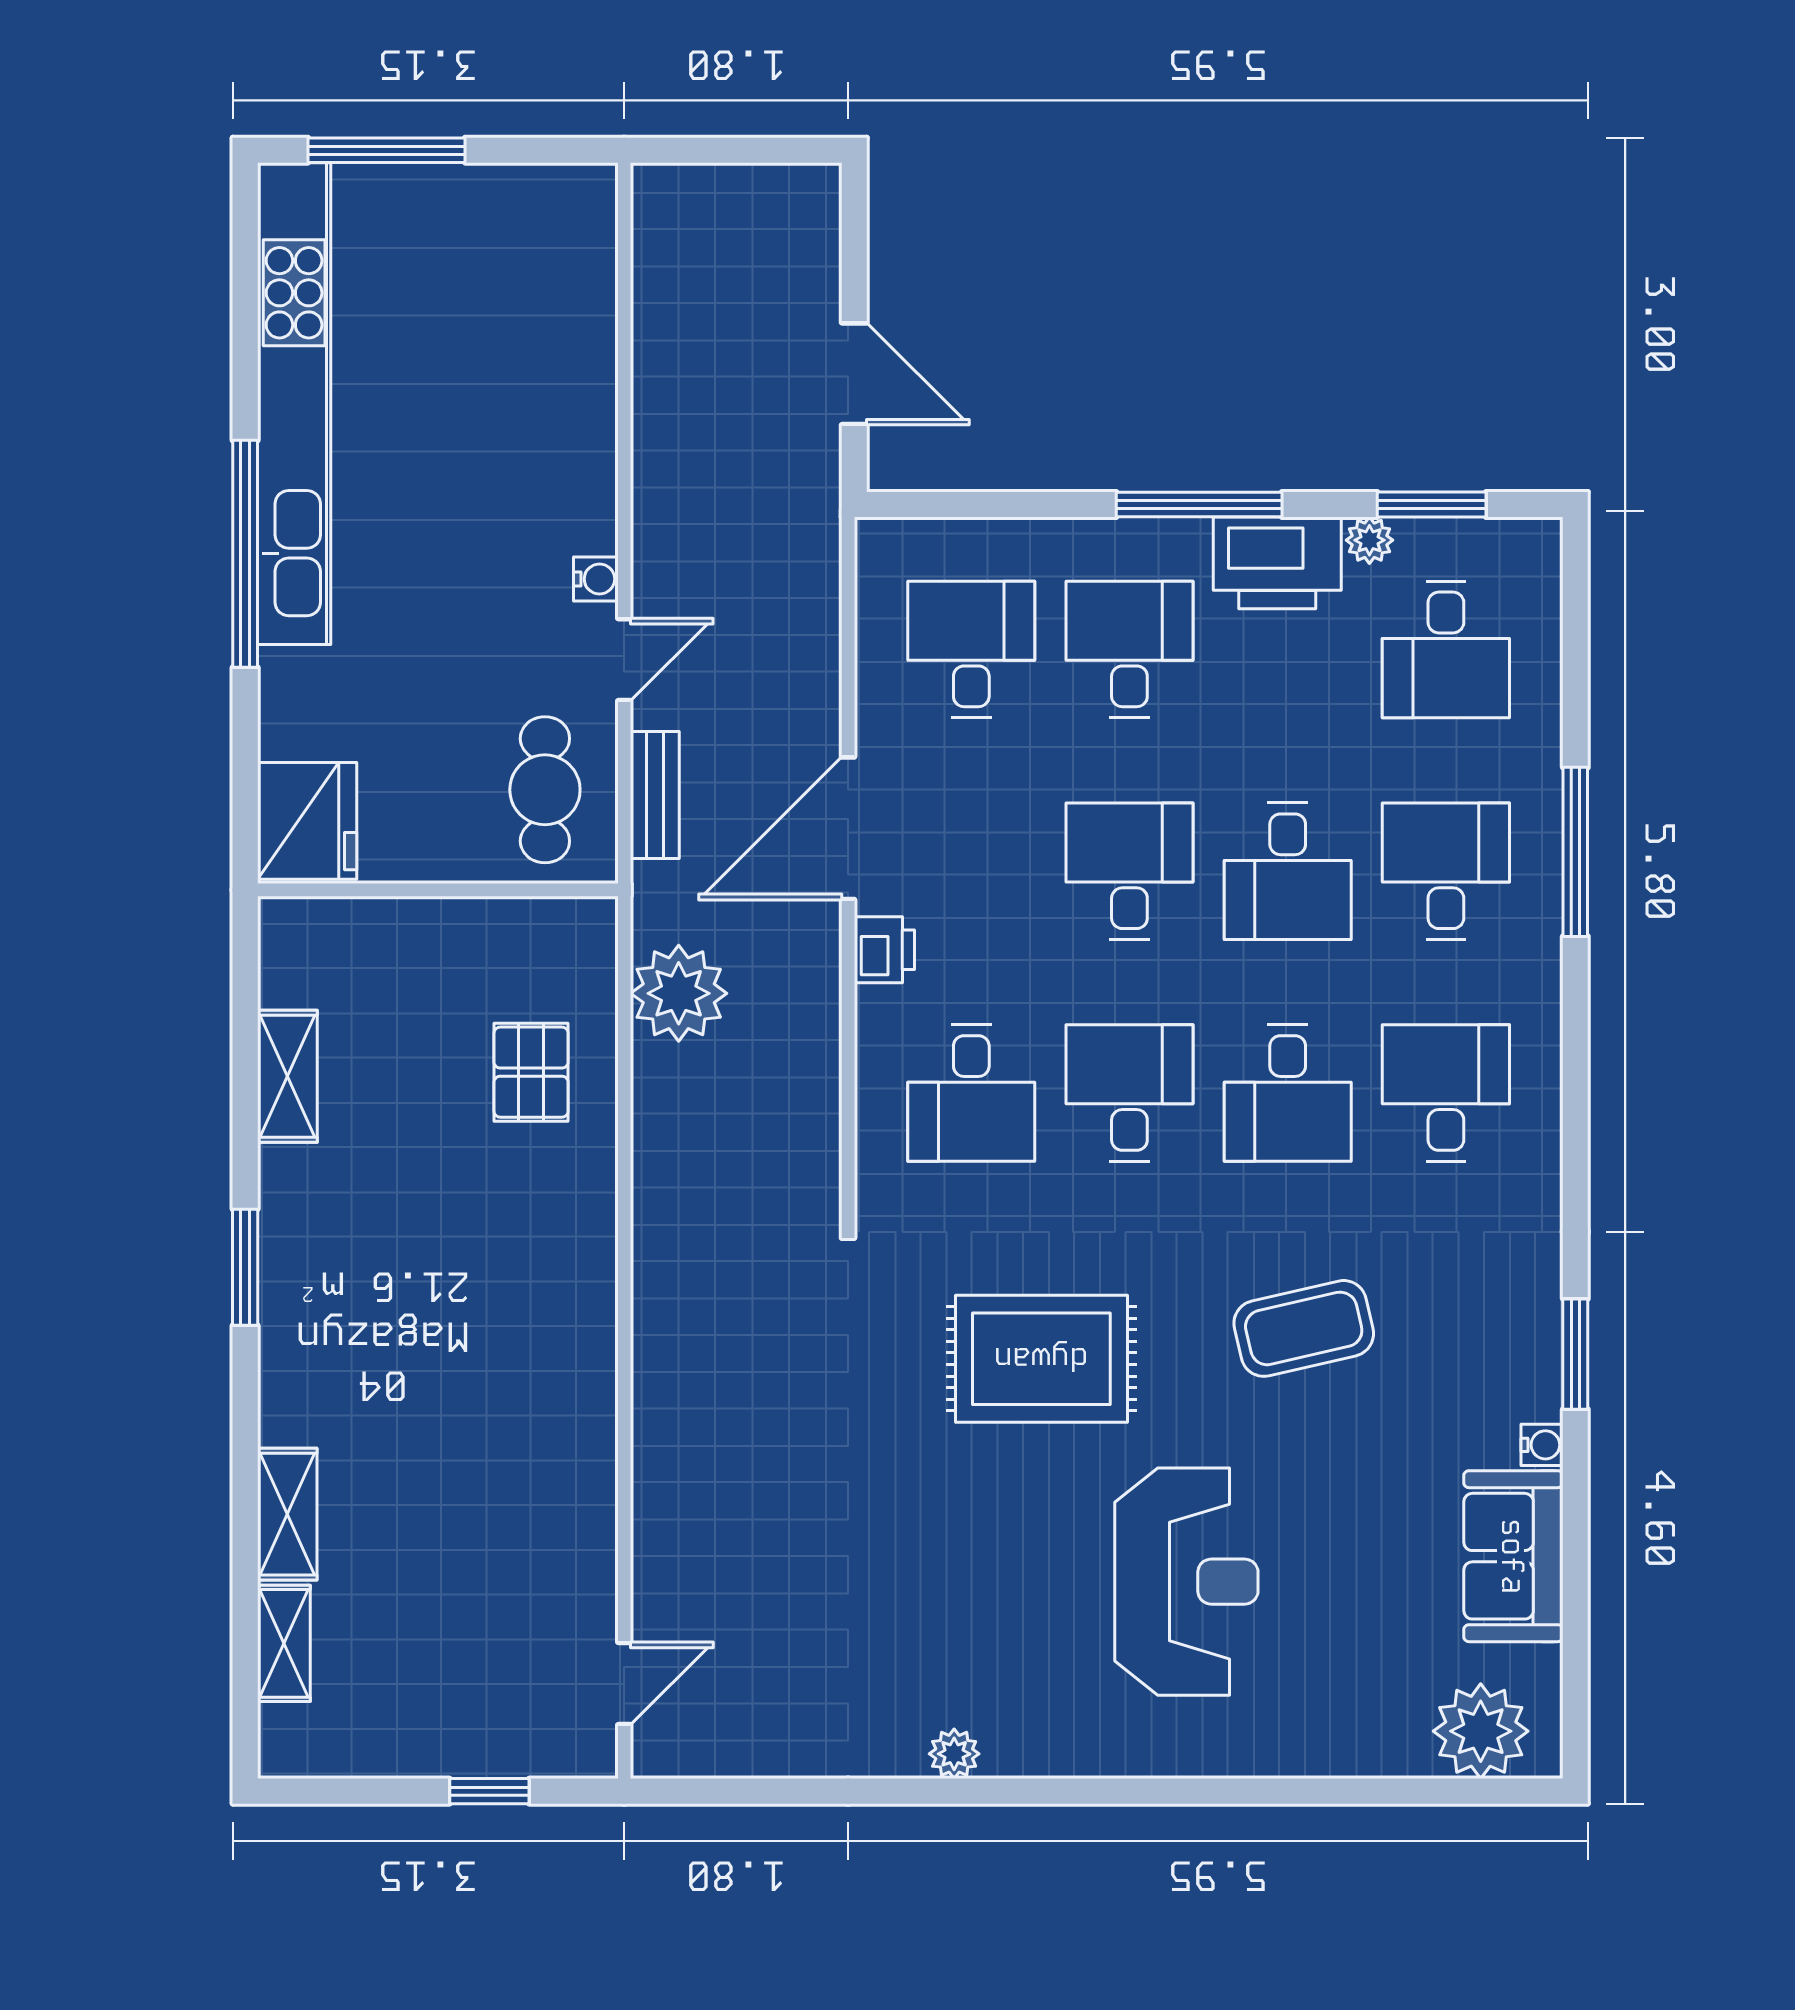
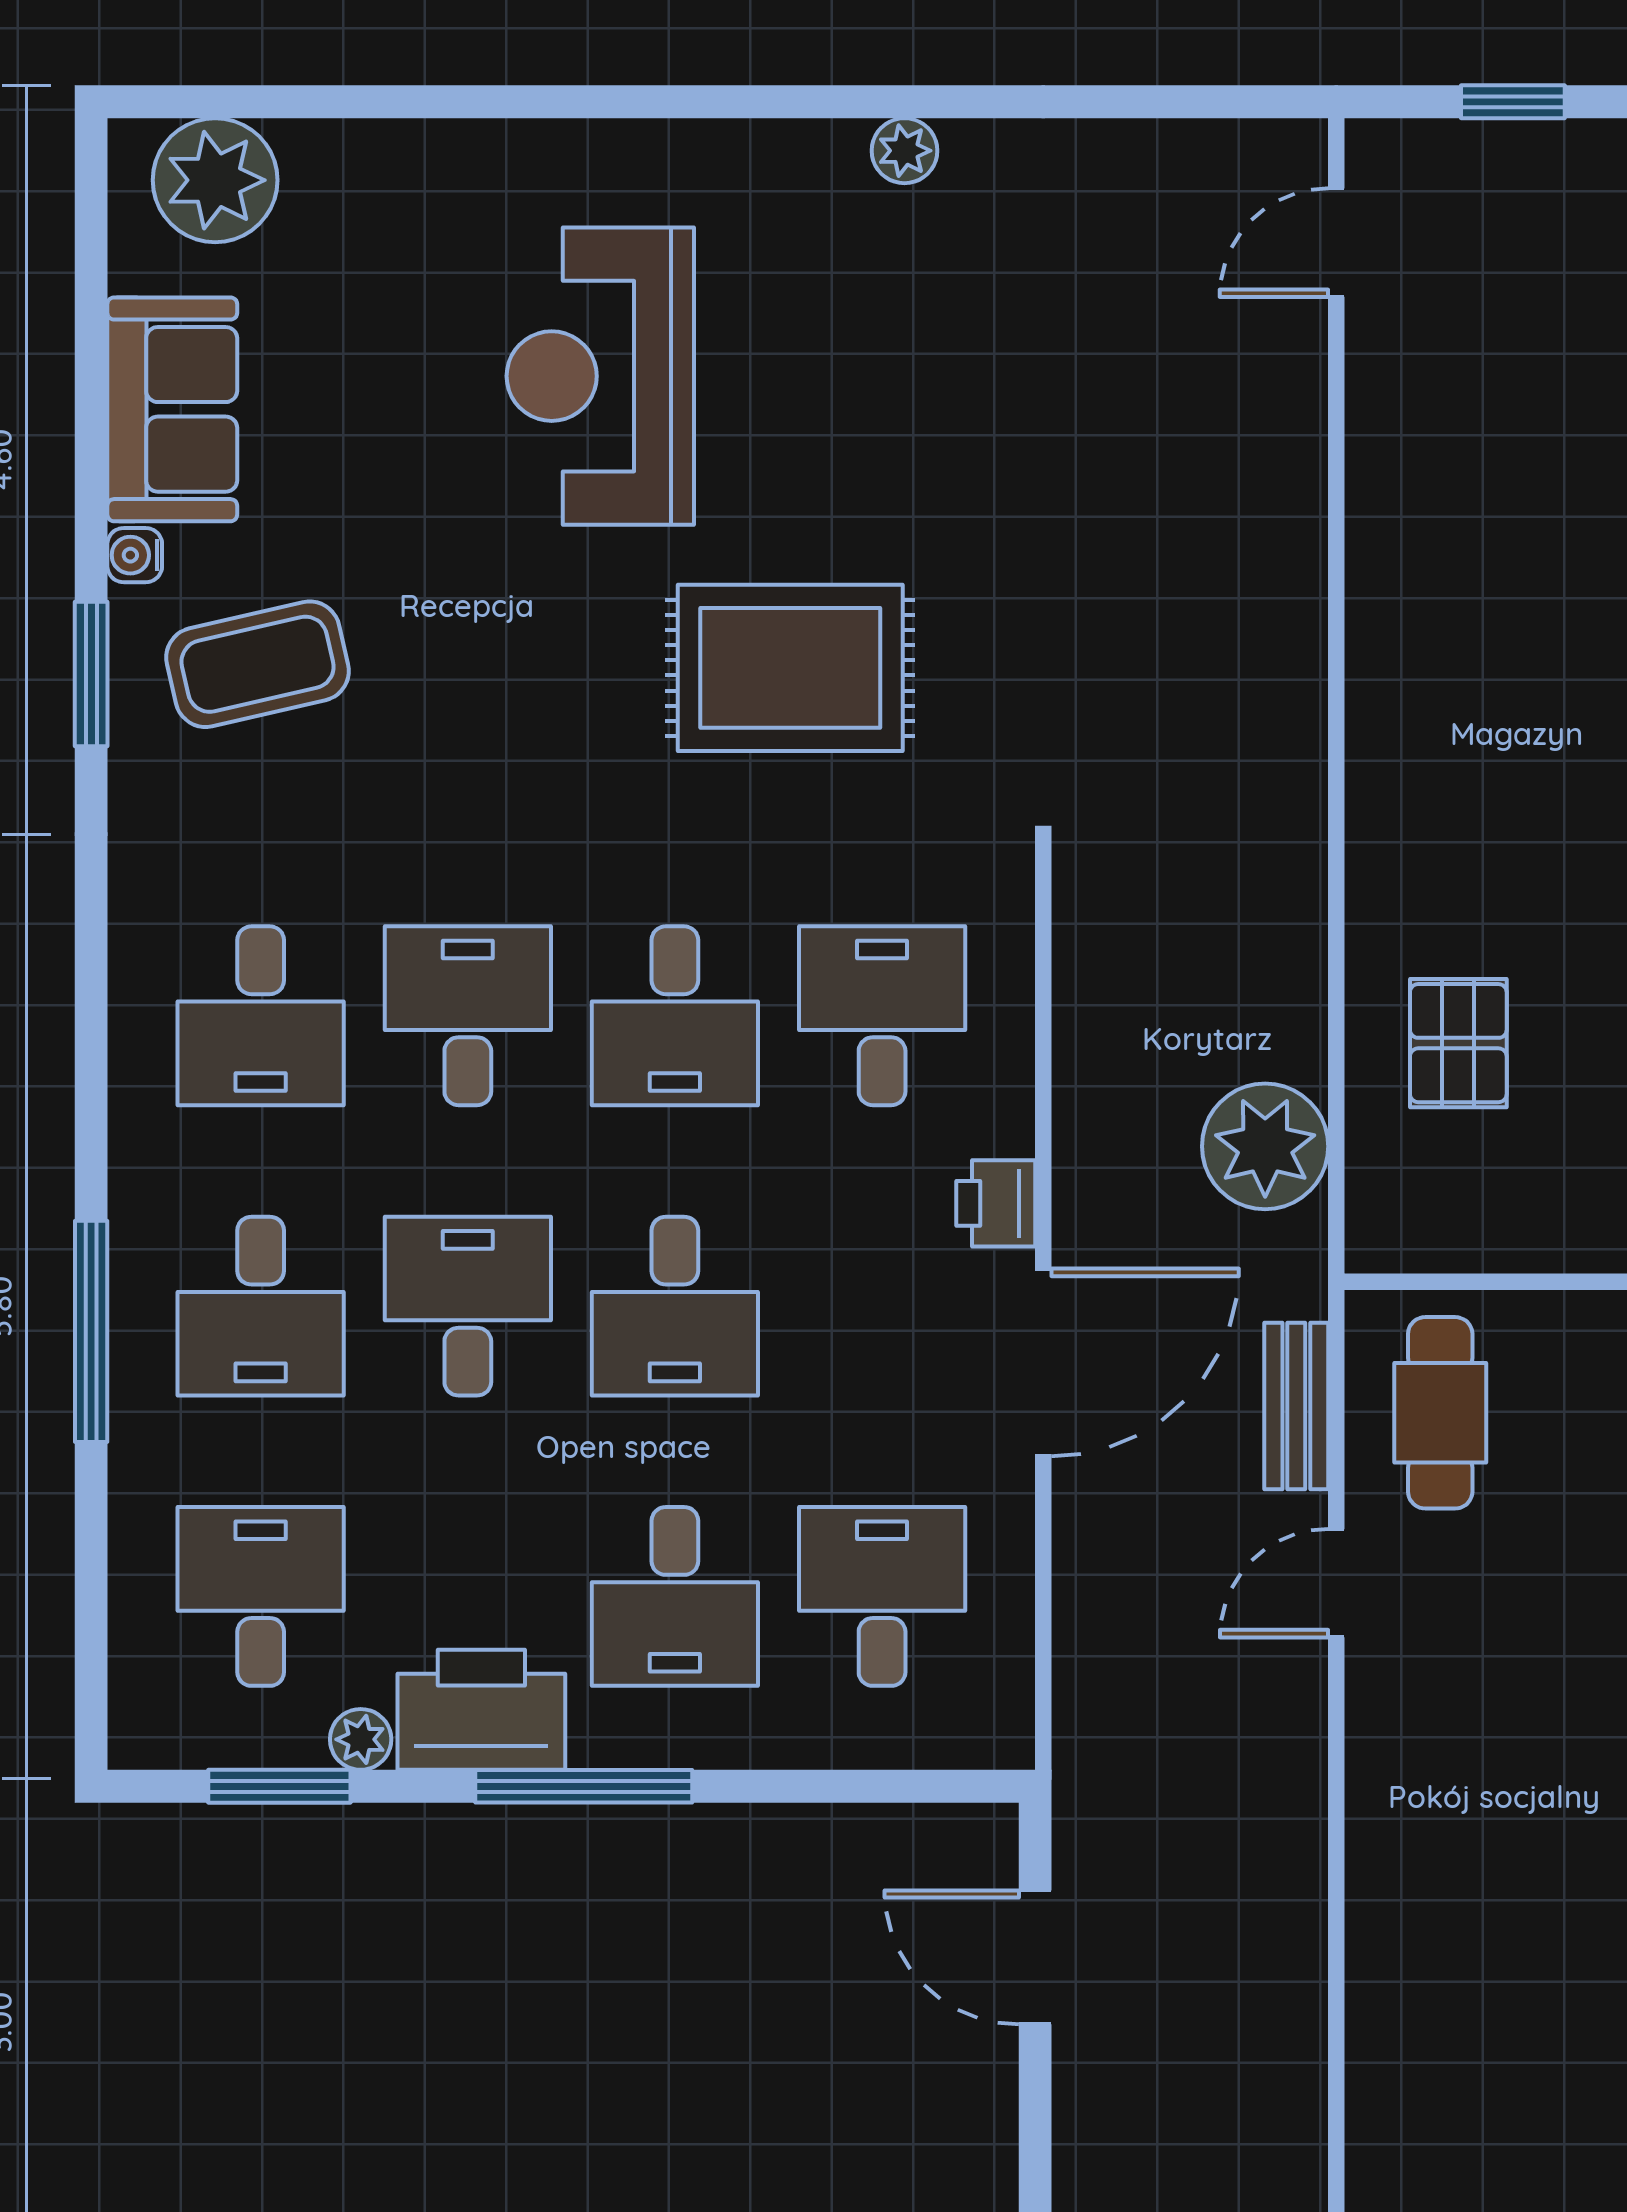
water cooler: (596, 579) -> (1373, 1689), removed
desk: (971, 649) -> (882, 1596), turned 180
coffee table: (1304, 1328) -> (258, 664), moved

